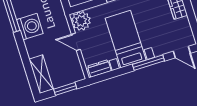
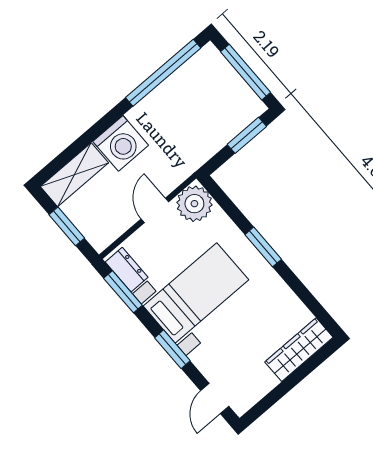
washing machine: (30, 27) -> (121, 143), moved
window: (148, 63) -> (172, 349), width x0.69
window: (109, 75) -> (123, 292), added

